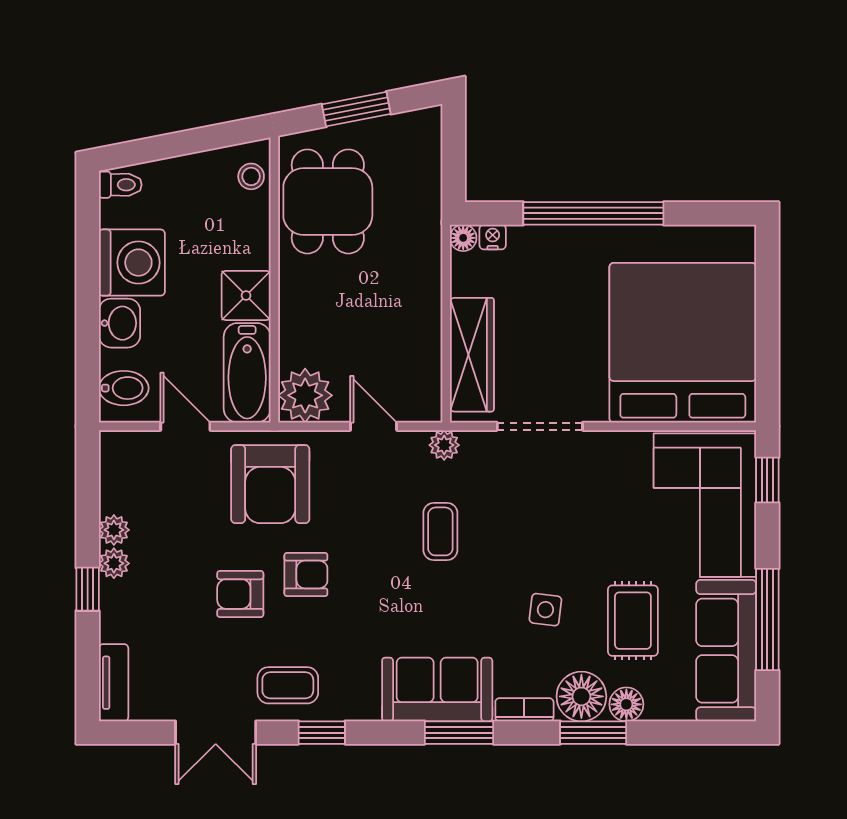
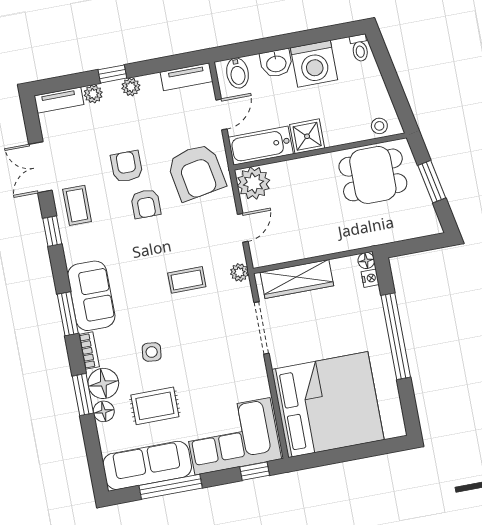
tv unit: (114, 471) -> (187, 77), added
armchair: (270, 484) -> (196, 172), turned -100
plant: (114, 530) -> (93, 94), moved

